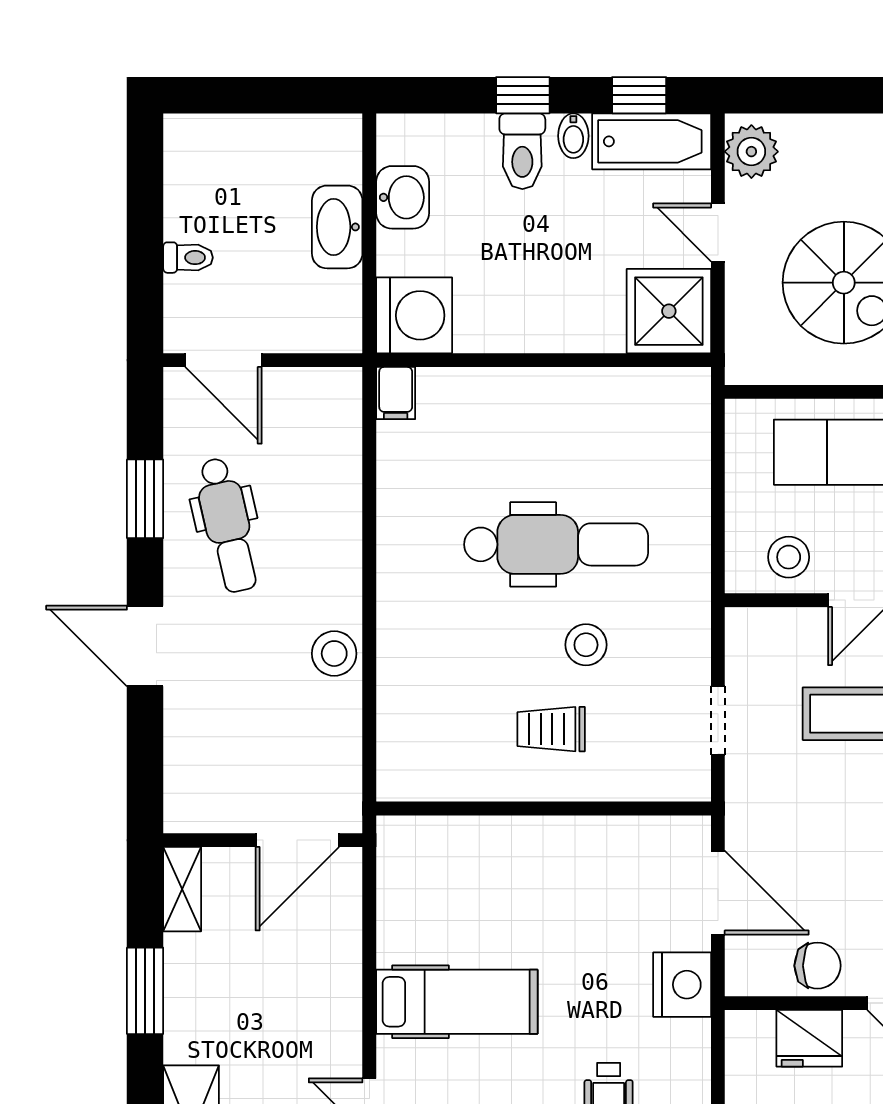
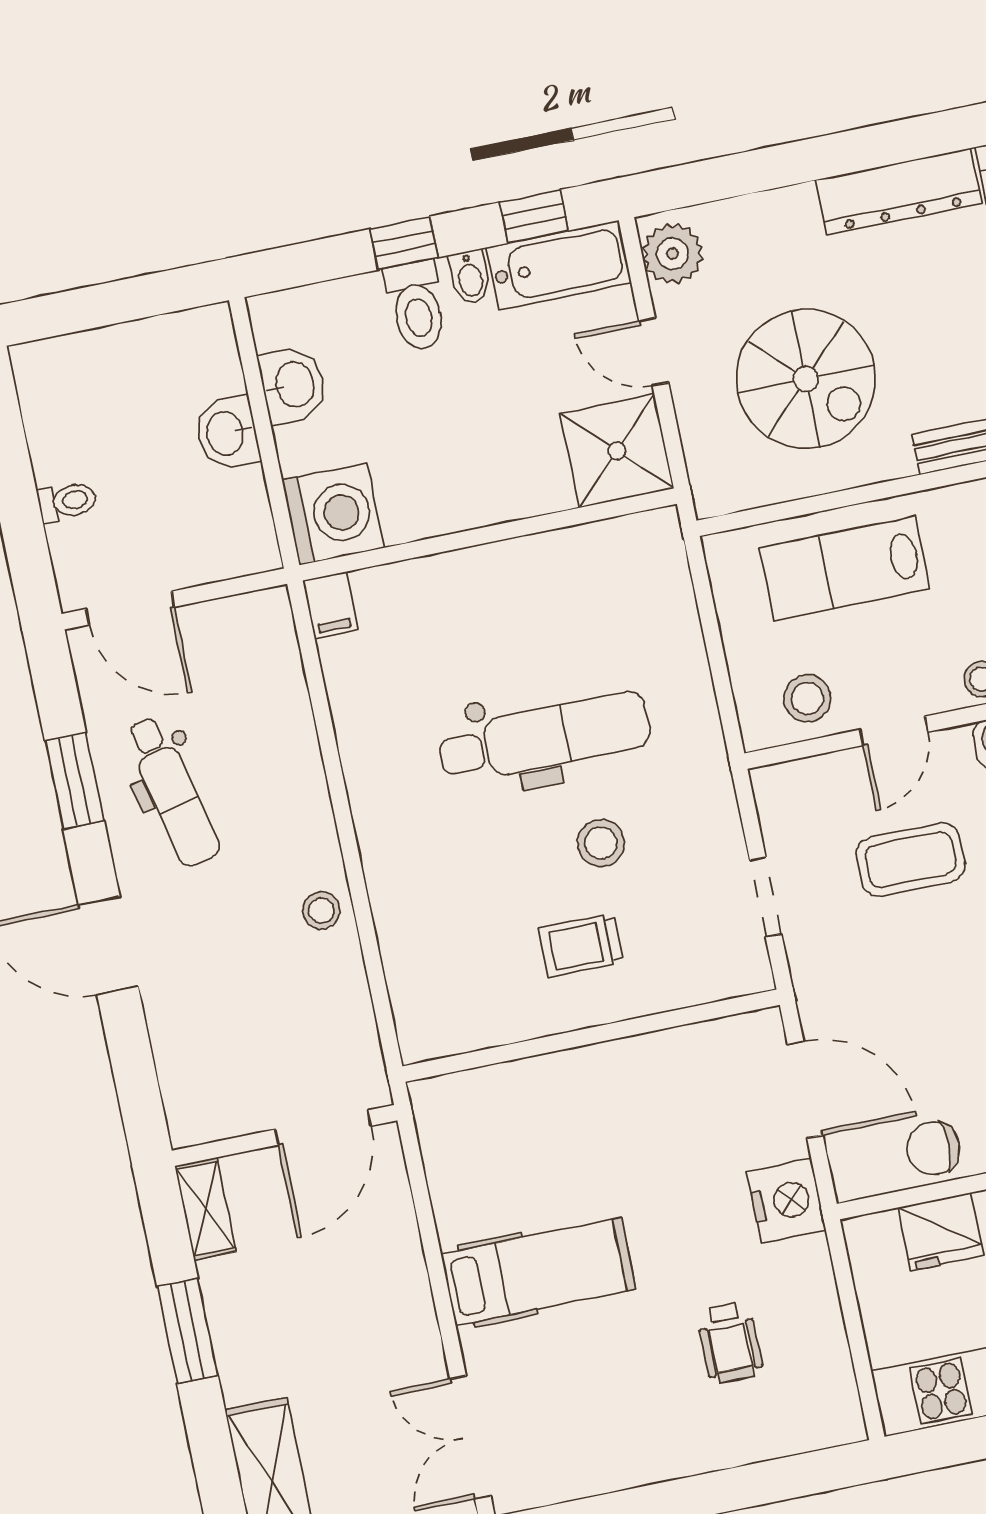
washbasin: (337, 227) -> (227, 433), width x0.72
stool: (334, 654) -> (321, 910), width x0.73, depth x0.73
chair: (818, 966) -> (933, 1148), turned 180

